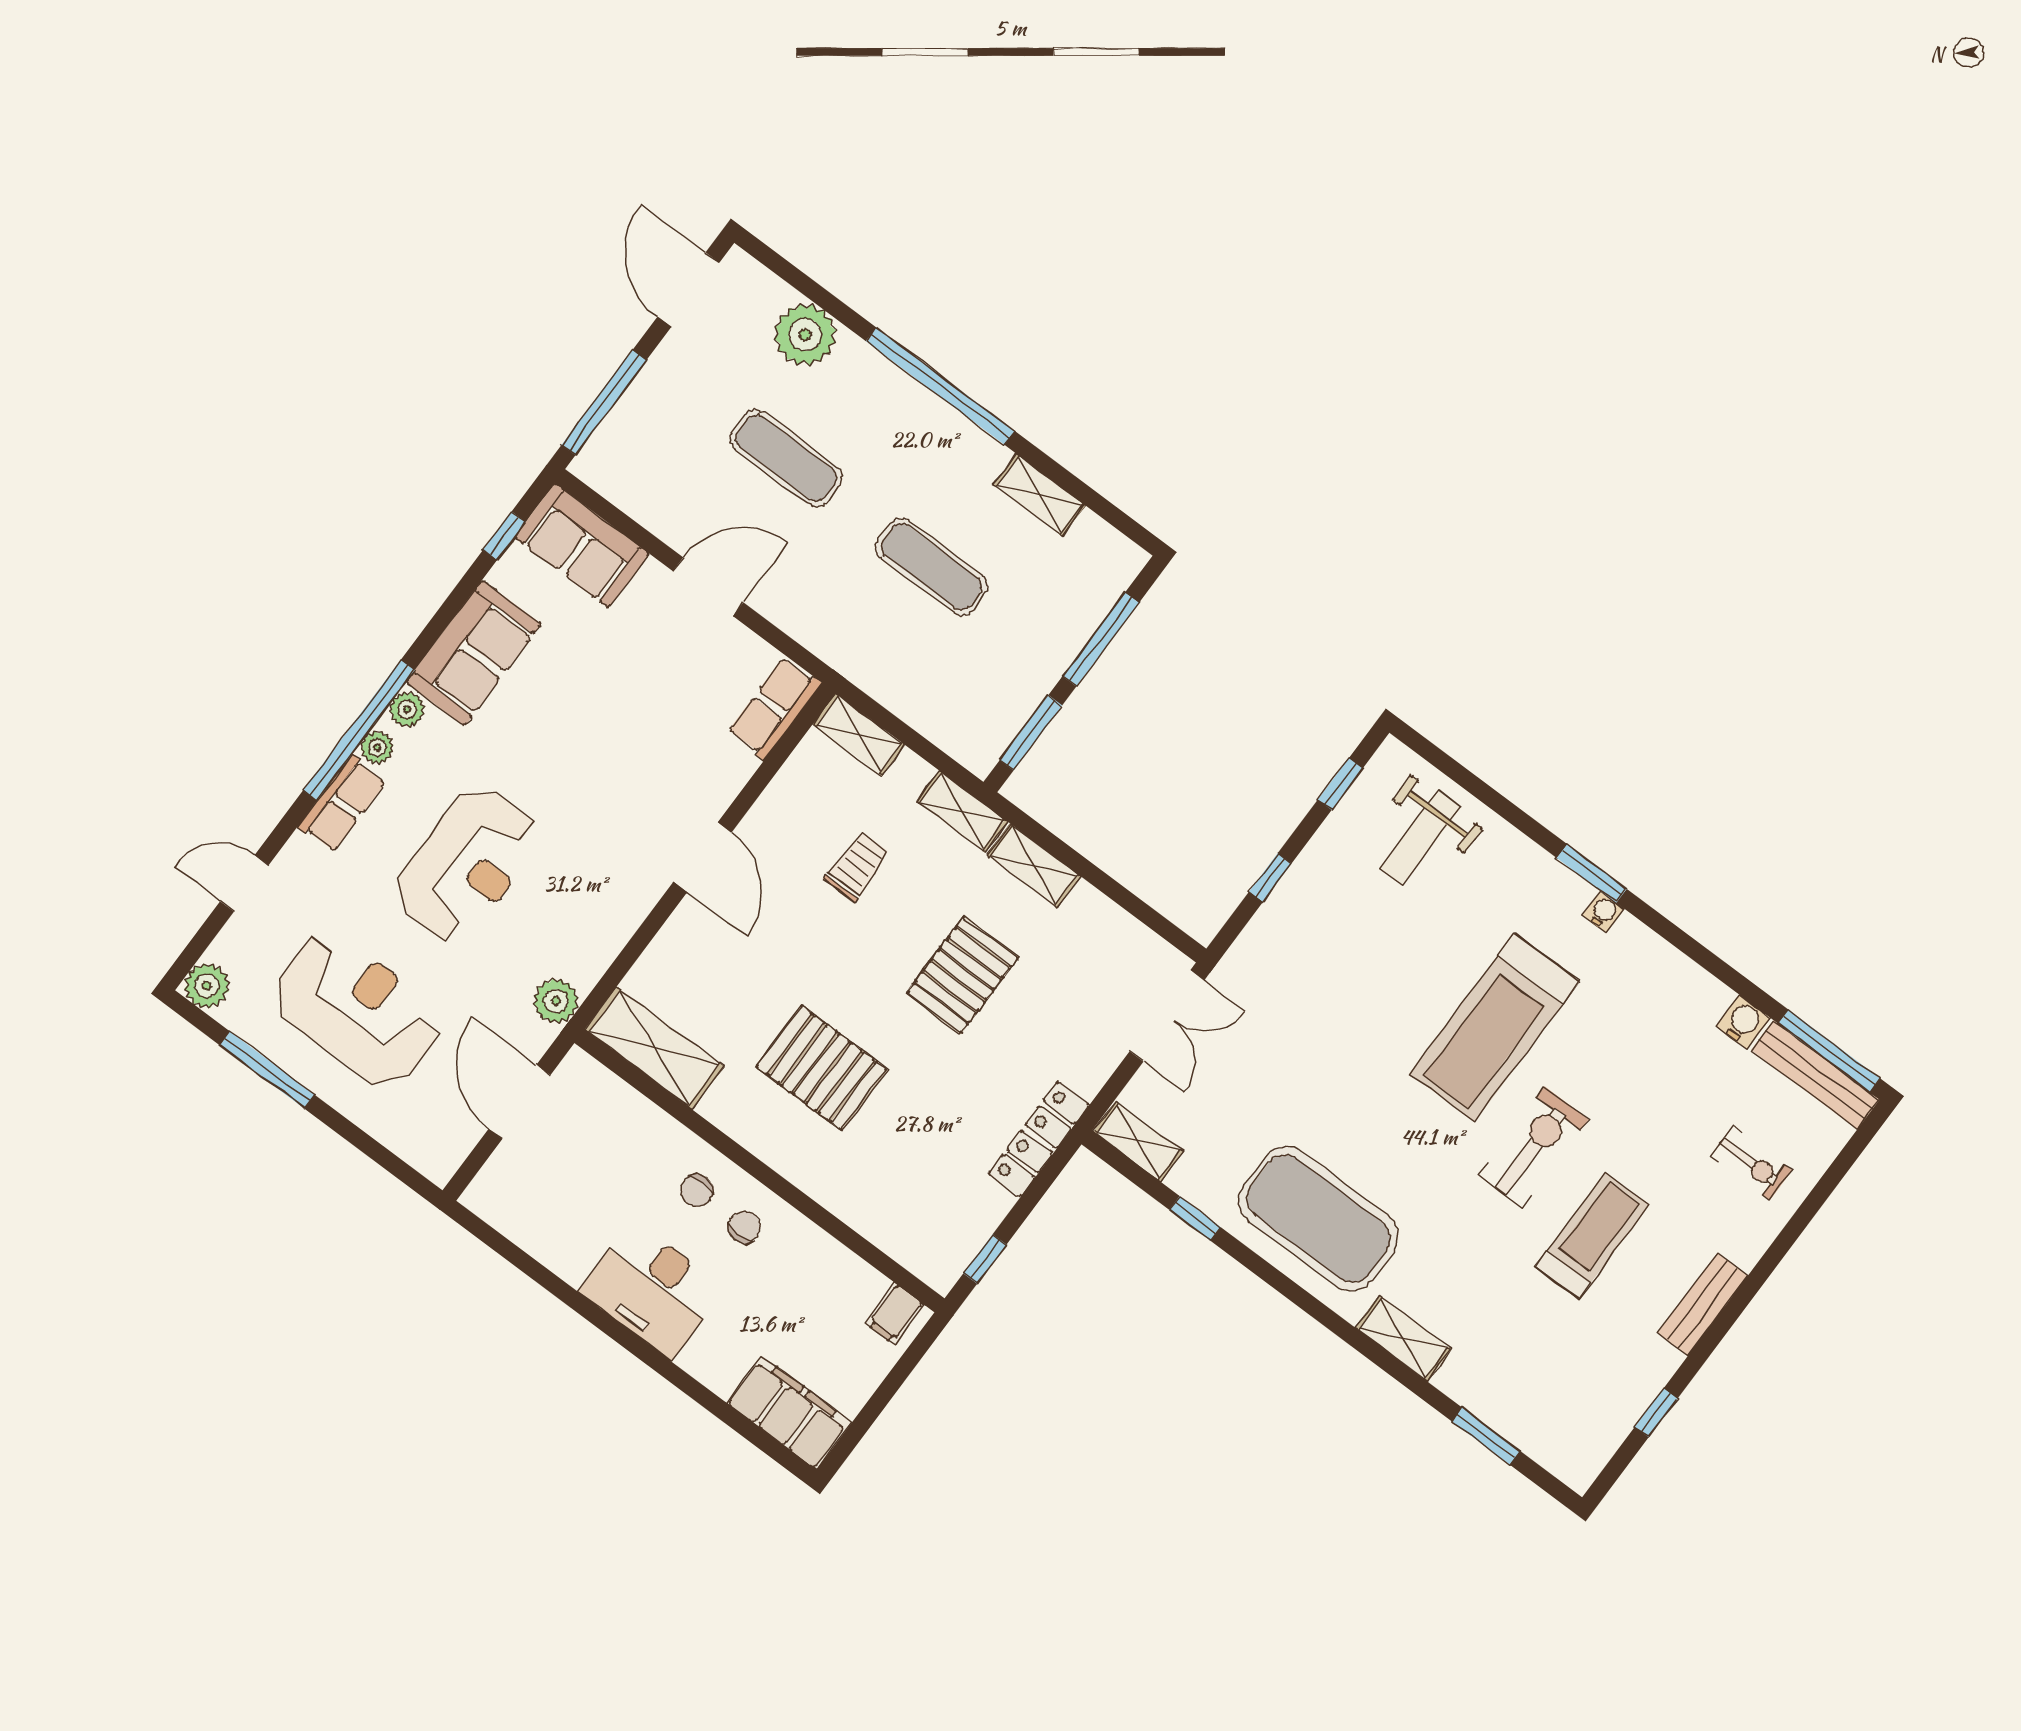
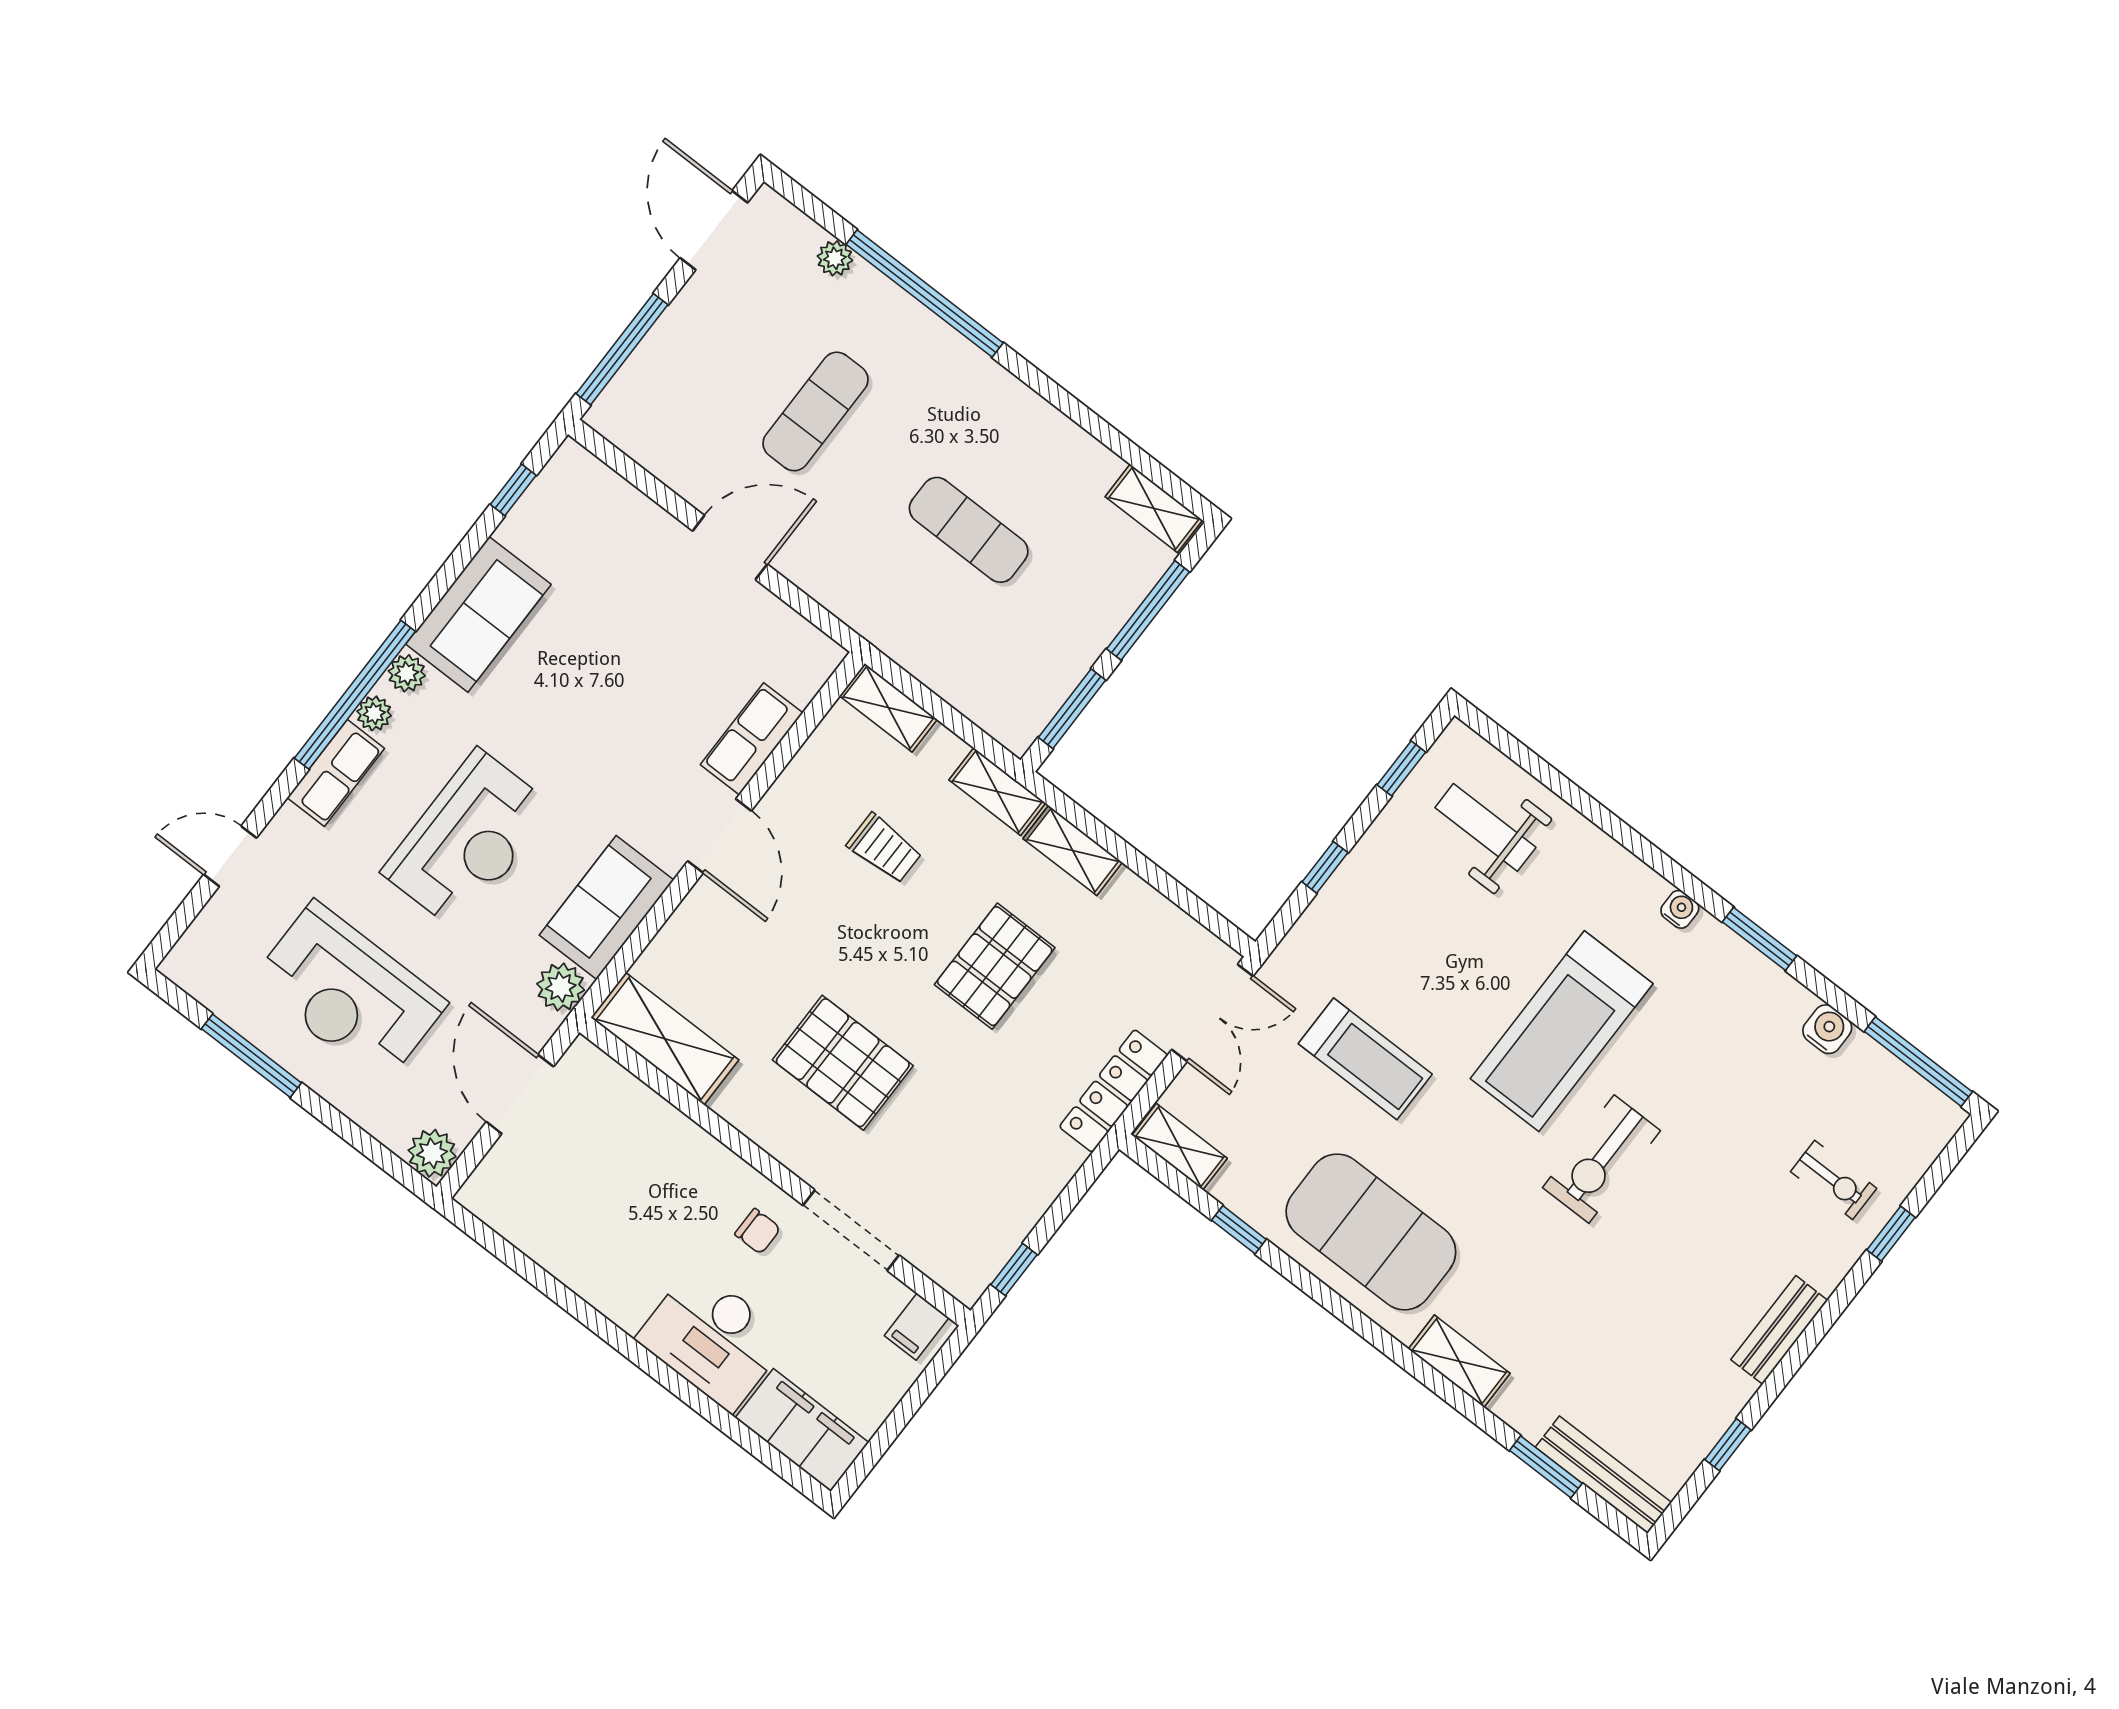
plant: (805, 335) -> (835, 258), width x0.53, depth x0.53
window: (940, 386) -> (925, 294), moved
exercise mat: (786, 458) -> (815, 411), turned 90
shelving: (1039, 495) -> (1154, 508), moved
sofa: (582, 546) -> (607, 907), moved, turned 90
row of seats: (774, 708) -> (752, 739), moved
weight bench: (1420, 838) -> (1485, 827), turned 90
trolley: (857, 866) -> (884, 848), turned 90
window: (1592, 873) -> (1760, 939), moved
plant: (207, 986) -> (432, 1153), moved
reception desk: (357, 1010) -> (349, 993), turned 180
bench: (1815, 1075) -> (1603, 1475), moved
locker: (1039, 1139) -> (1114, 1091), moved
exercise bike: (1534, 1147) -> (1601, 1159), turned 180
chair: (697, 1190) -> (708, 1191), removed
window: (1806, 1212) -> (1891, 1234), added
doorway: (832, 1225) -> (851, 1230), added
chair: (744, 1227) -> (758, 1231), turned 90
treadmill: (1592, 1236) -> (1365, 1059), moved, turned 90
desk: (652, 1290) -> (713, 1339), moved

